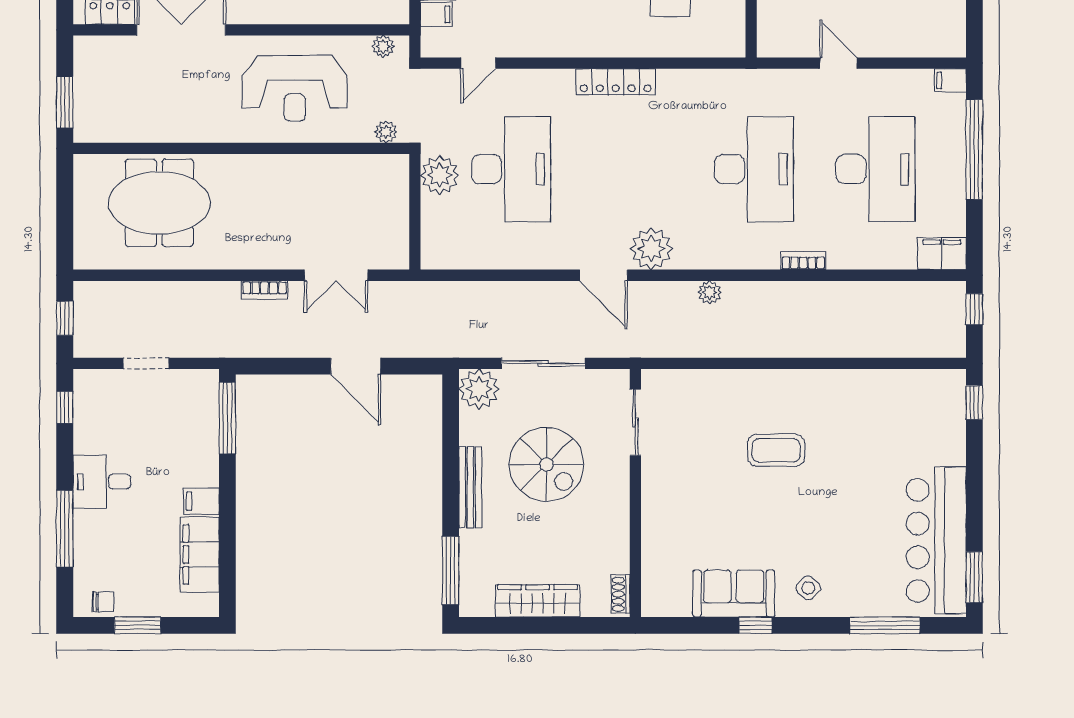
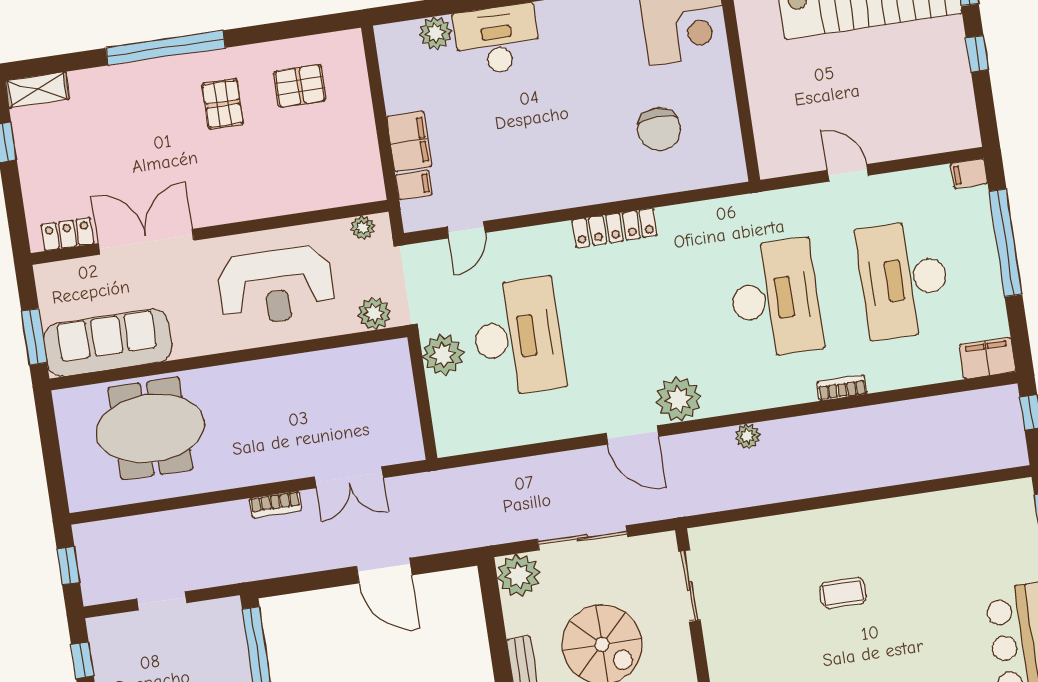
sofa: (132, 118) -> (108, 343), added
plant: (386, 132) -> (374, 314), width x1.38, depth x1.38
desk: (875, 169) -> (904, 279), turned 180
coffee table: (776, 450) -> (843, 593), width x0.73, depth x0.77

